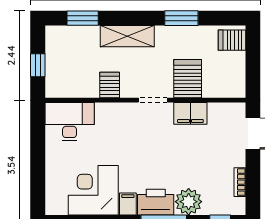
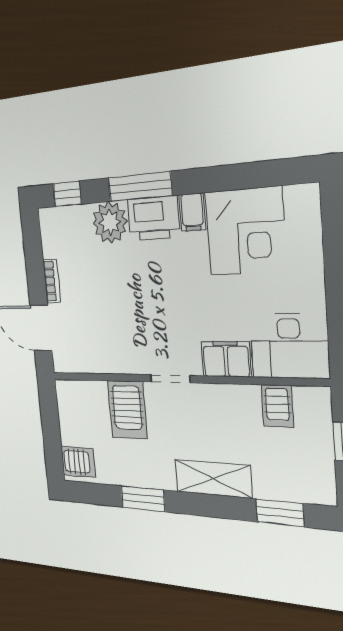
server rack: (110, 85) -> (277, 406), moved
filing cabinet: (190, 113) -> (226, 359), moved
bookcase: (240, 182) -> (52, 281), moved

